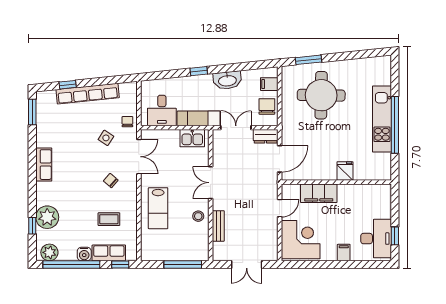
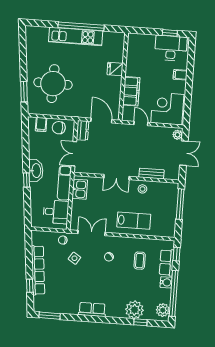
washbasin: (227, 80) -> (36, 171), moved
plant: (269, 255) -> (178, 135), added

